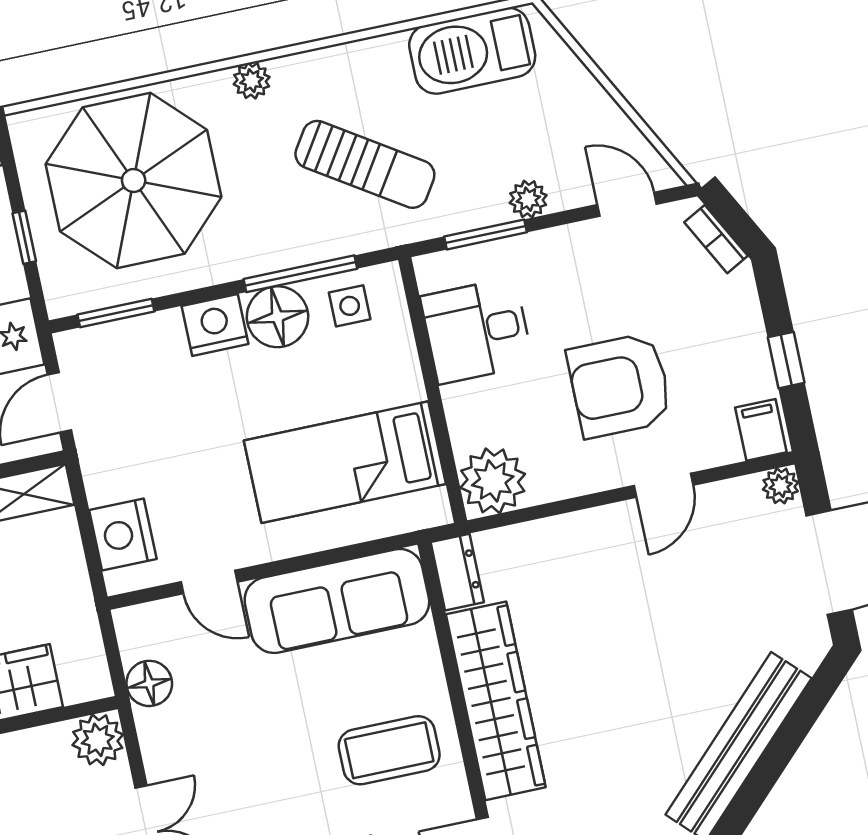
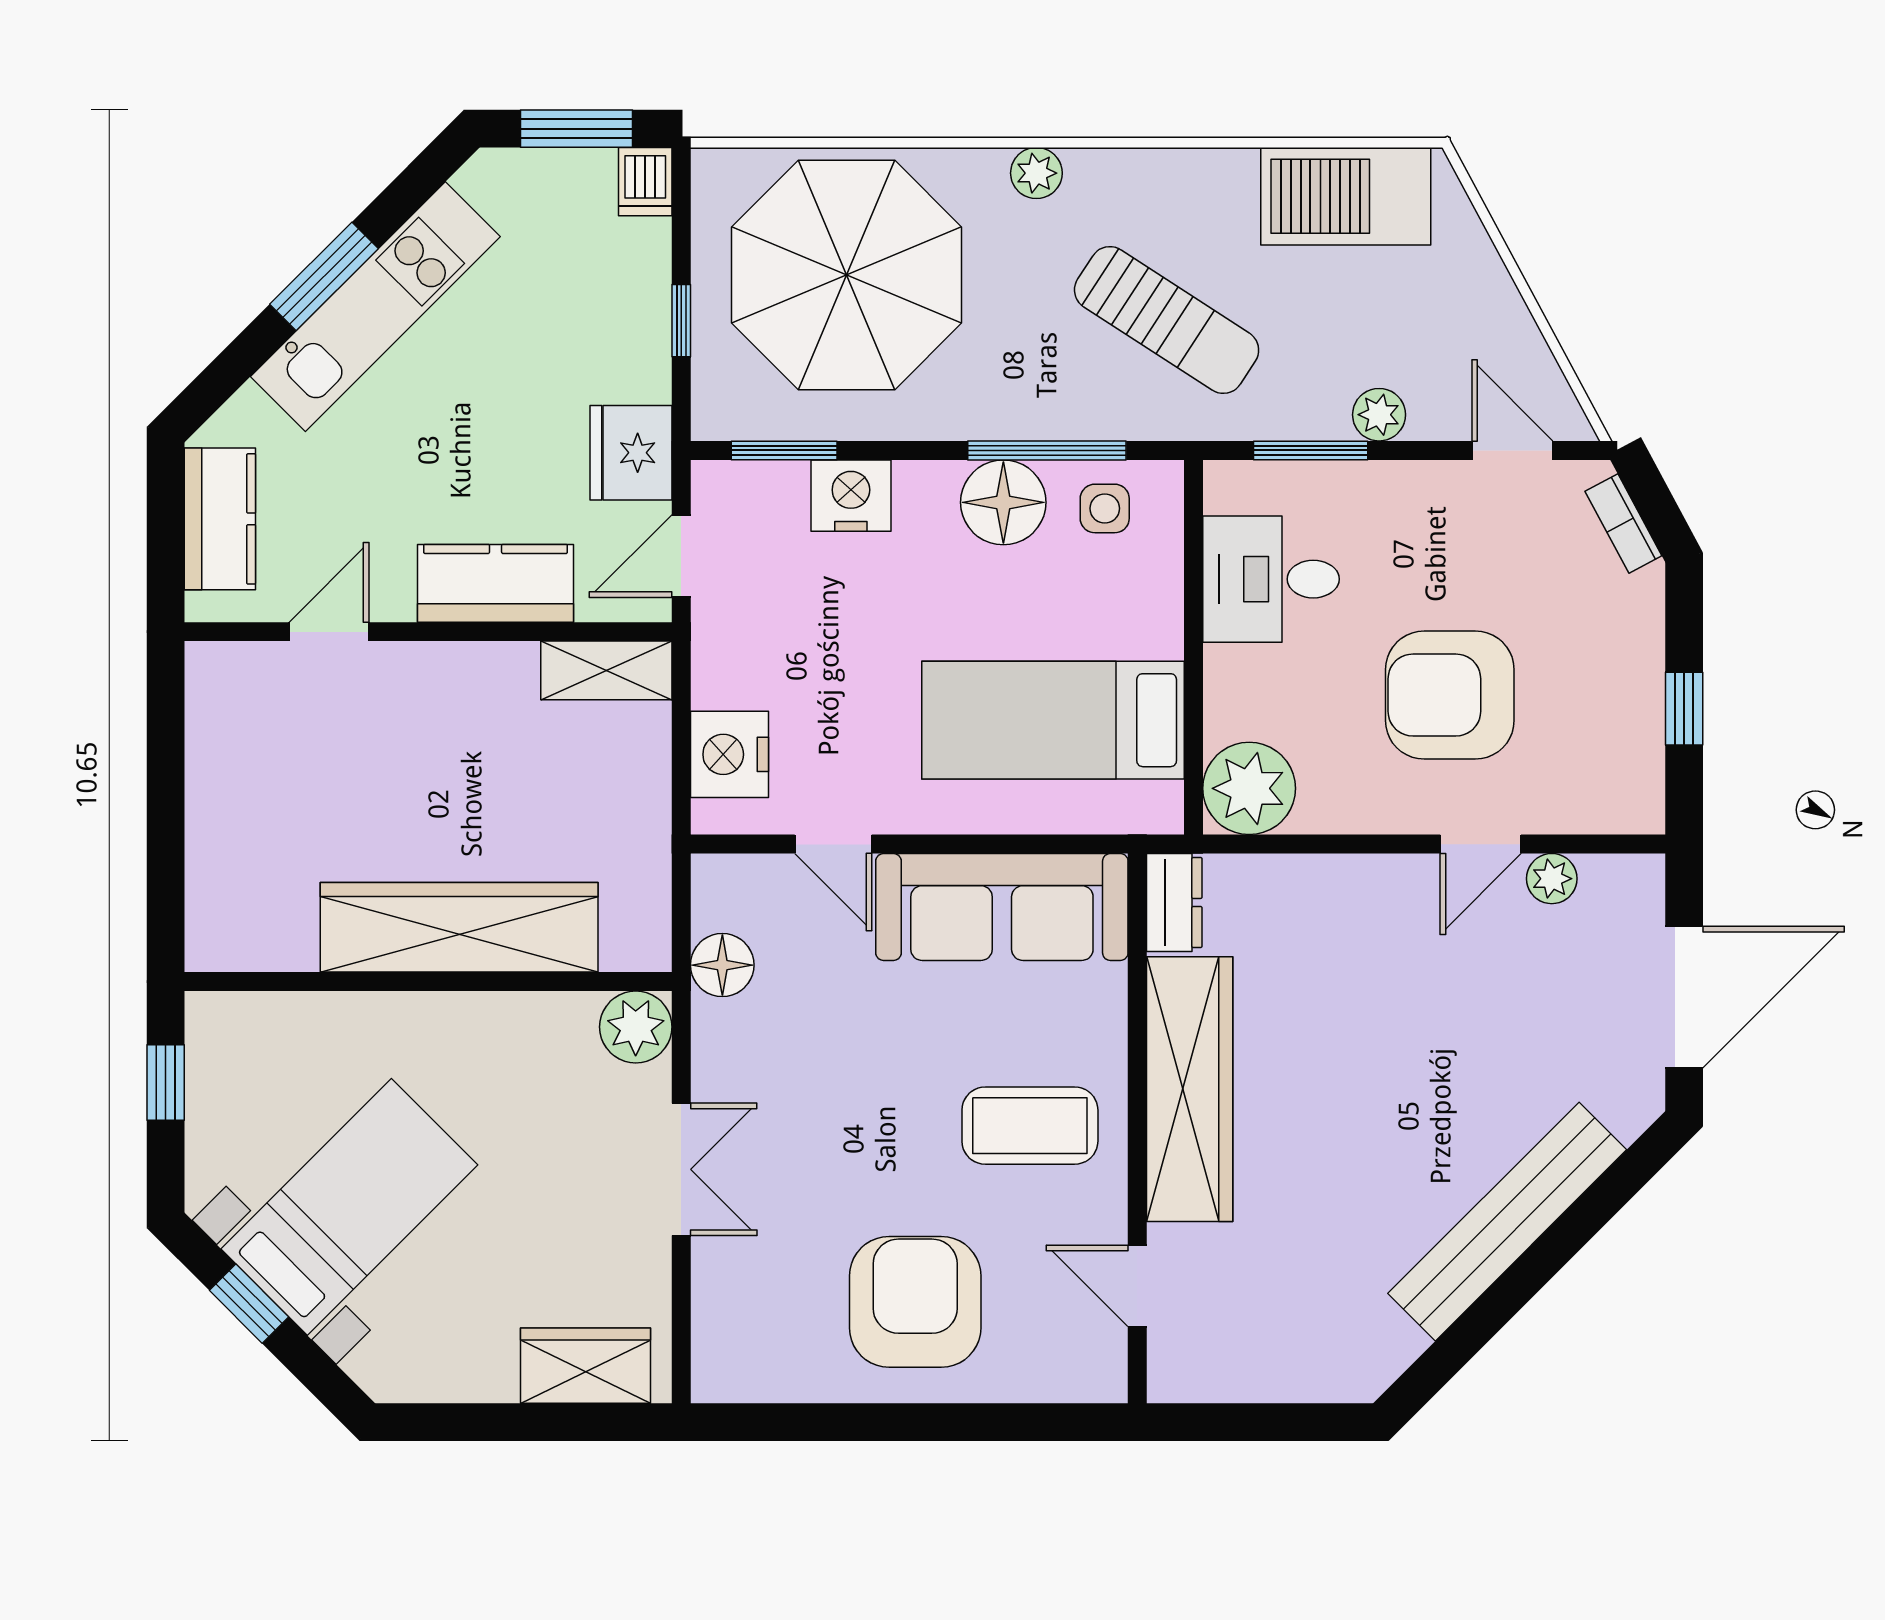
nightstand: (215, 325) -> (851, 496), moved
filing cabinet: (761, 430) -> (1629, 797), removed
plant: (781, 486) -> (1552, 879), moved

